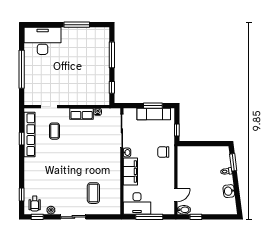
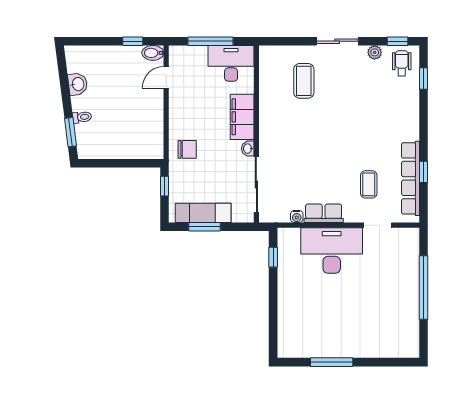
desk: (43, 41) -> (332, 251), moved, turned 180
window: (112, 55) -> (273, 312), removed

